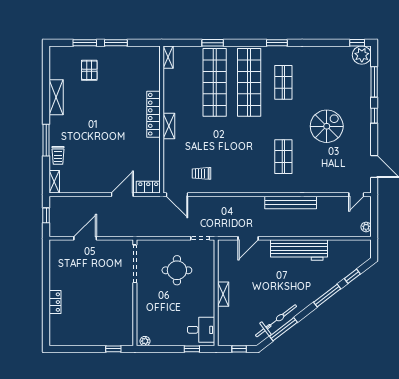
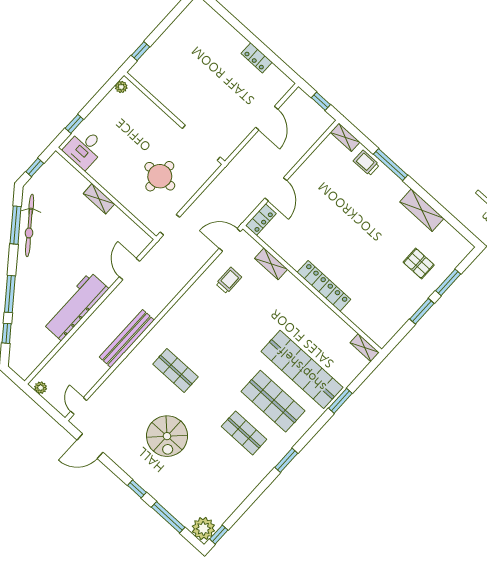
shop shelf: (249, 82) -> (273, 401), width x0.71
shelving: (169, 126) -> (271, 264), moved
locker: (55, 302) -> (257, 58), moved

